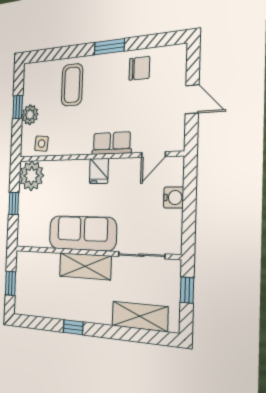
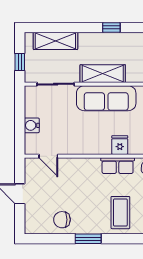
row of seats: (112, 143) -> (118, 166), moved
door: (153, 155) -> (48, 156), swing flipped
fridge: (99, 171) -> (120, 145), moved

